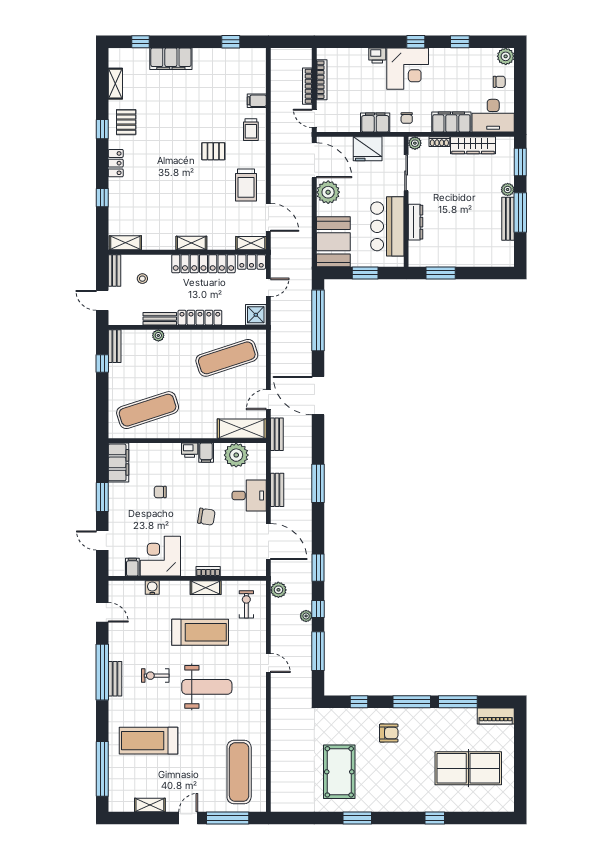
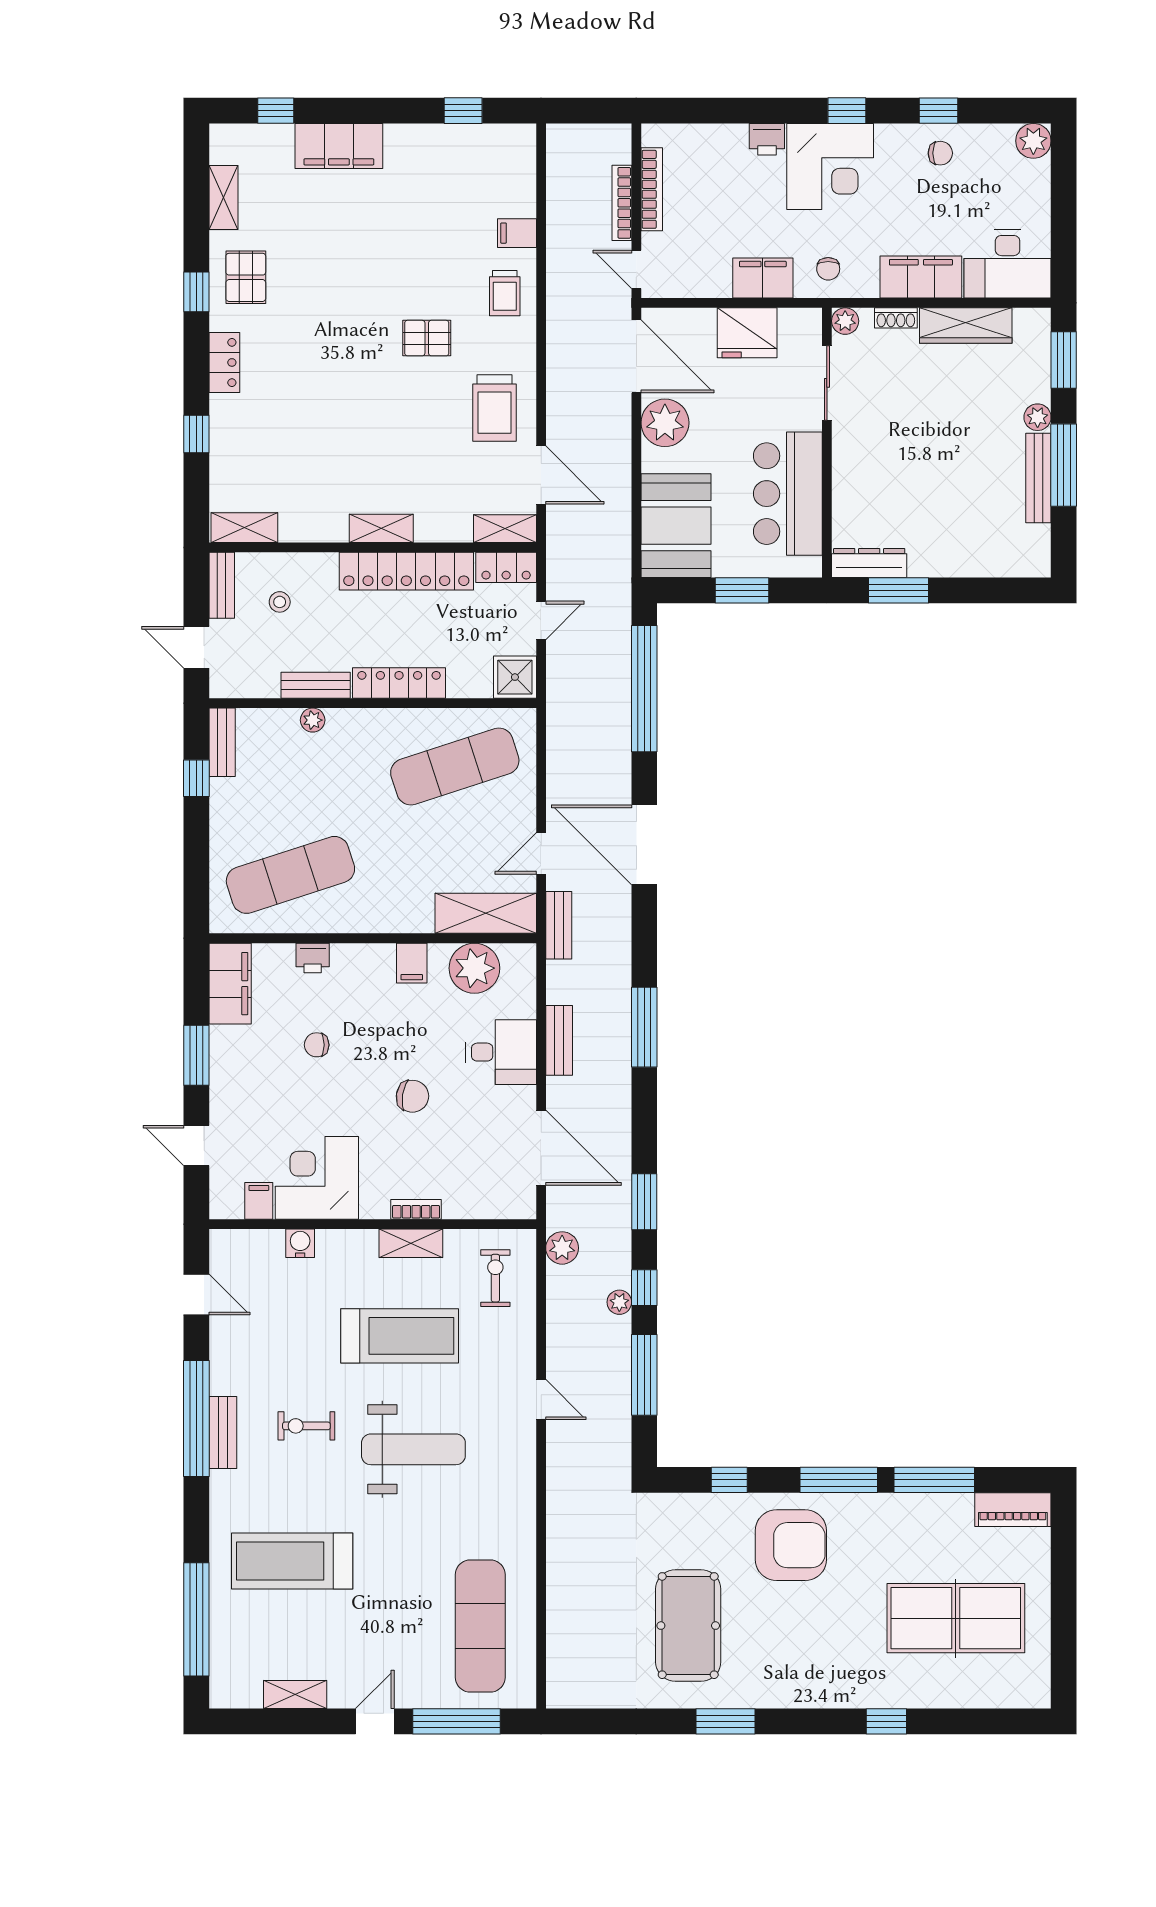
chair: (499, 82) -> (940, 153), moved
dresser: (415, 222) -> (869, 563), moved, turned -90
printer: (190, 450) -> (313, 958), moved
armchair: (389, 733) -> (791, 1545), width x1.88, depth x1.88

